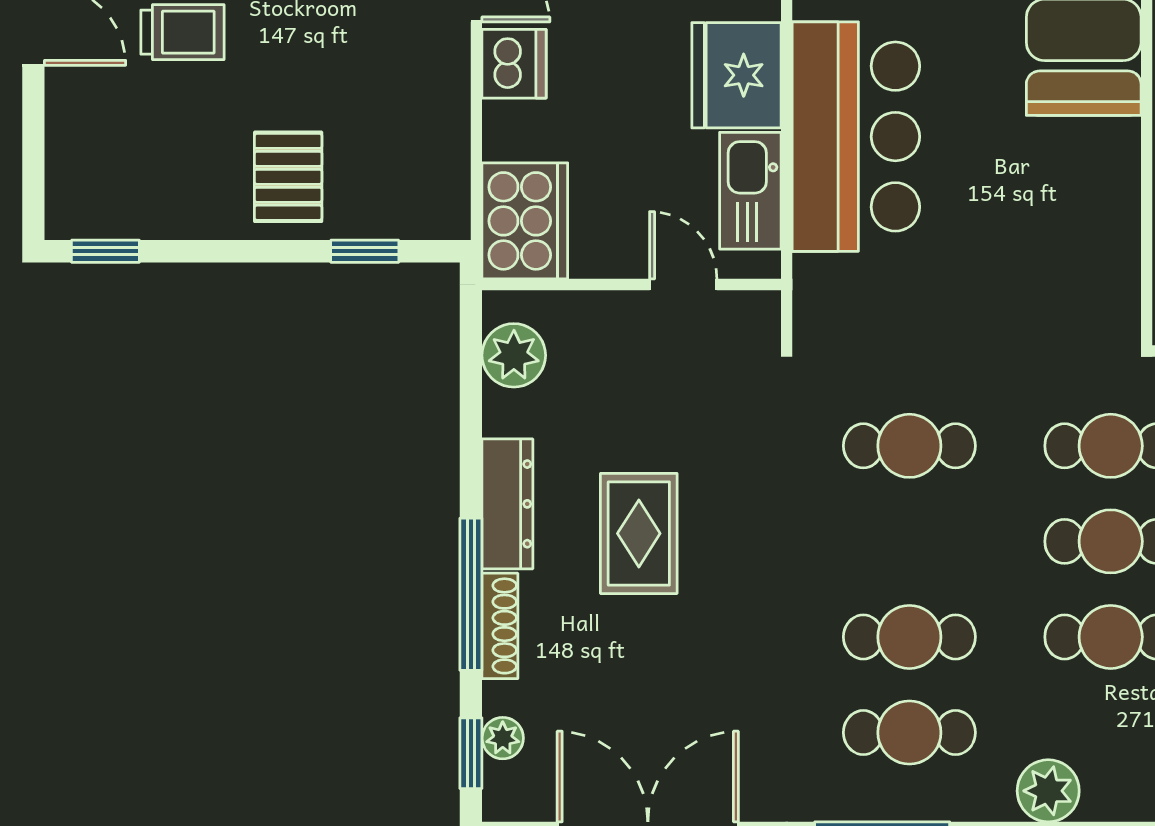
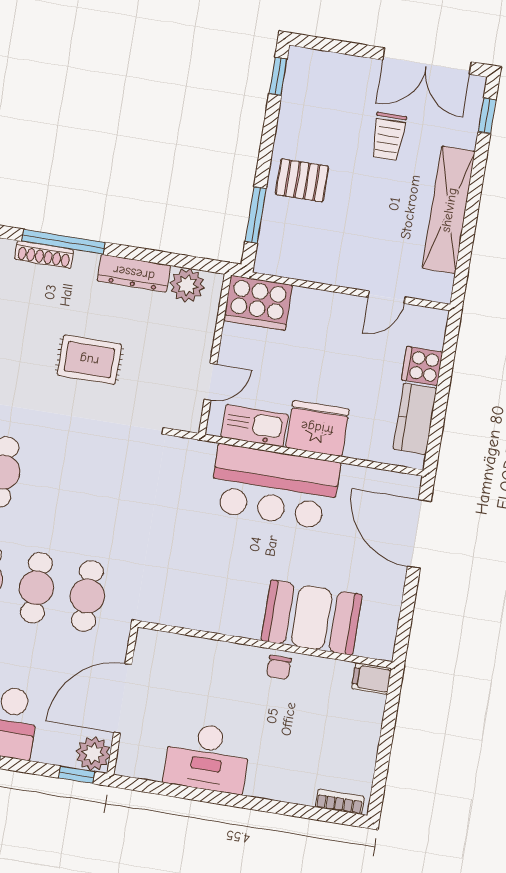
dishwasher: (514, 64) -> (343, 311), removed
window: (365, 251) -> (256, 215), width x1.50
cafe table: (909, 446) -> (105, 489), removed
dresser: (507, 504) -> (134, 273), moved
rug: (639, 533) -> (89, 360), moved

